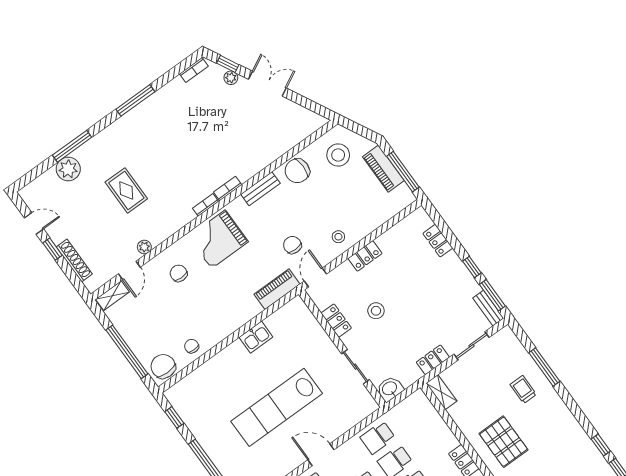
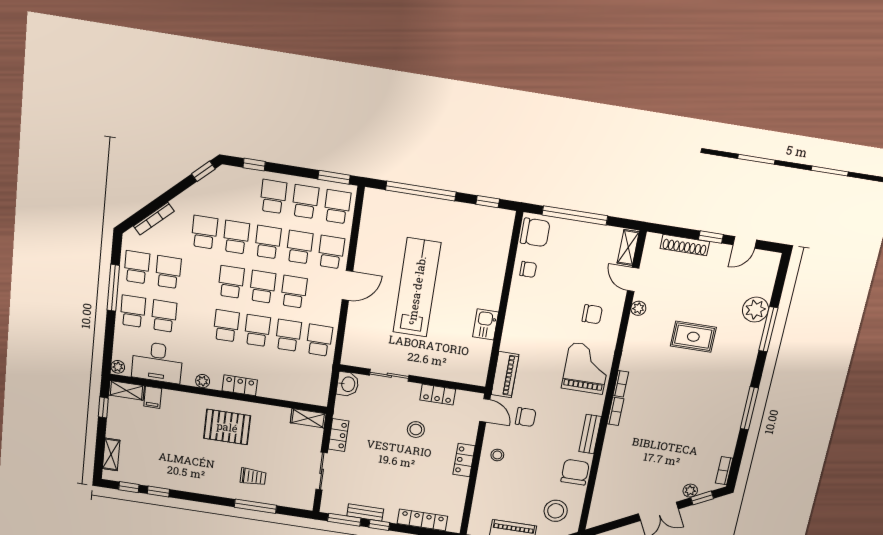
locker: (438, 241) -> (422, 520), width x1.53
bench: (488, 308) -> (365, 513), moved

